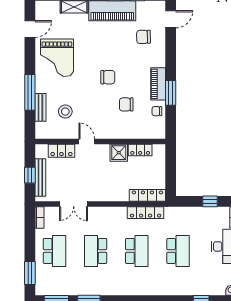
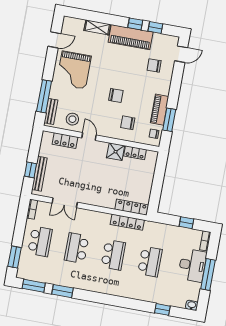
door: (87, 141) -> (89, 136), moved
wall: (100, 141) -> (101, 139), moved
locker: (140, 150) -> (135, 153), moved
locker: (61, 151) -> (65, 141), moved
shower: (119, 153) -> (116, 152), moved

